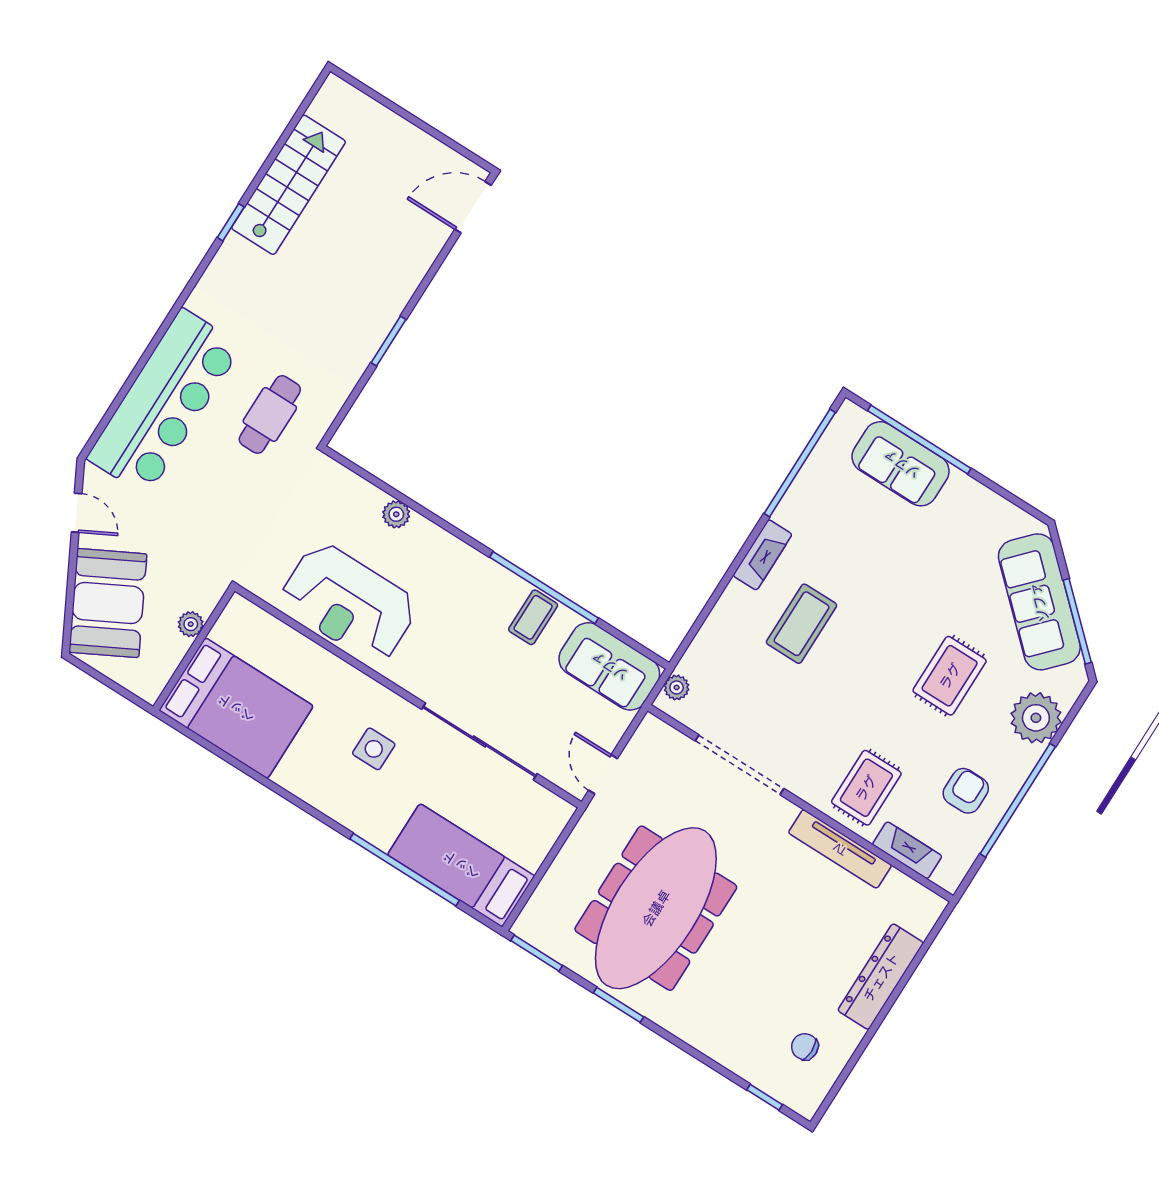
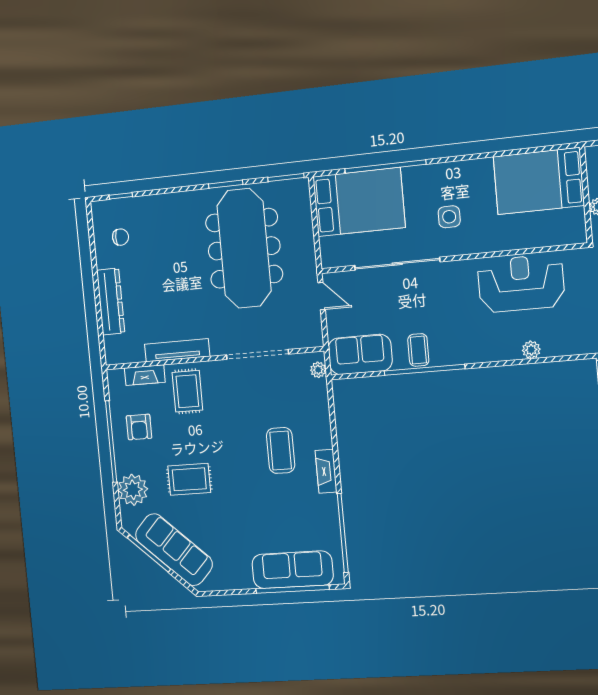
sofa: (901, 464) -> (292, 570), width x1.36
rug: (950, 676) -> (189, 479), turned 90
bed: (461, 865) -> (359, 202), width x1.50

